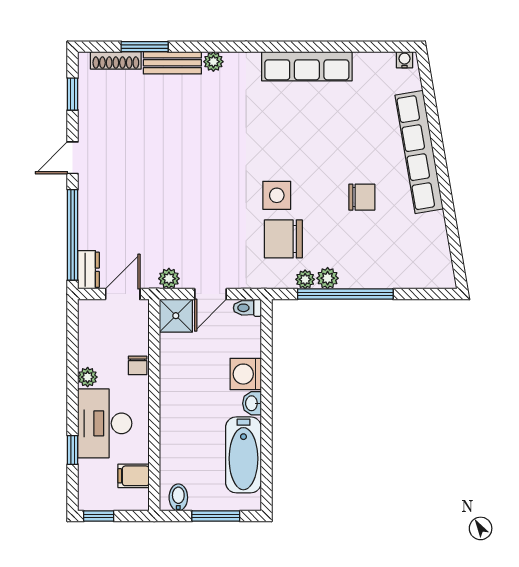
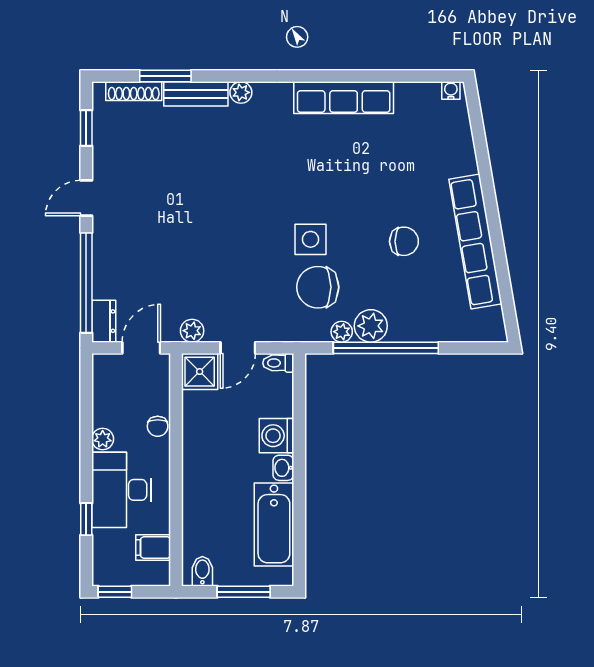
row of seats: (419, 152) -> (475, 242), moved
plant: (328, 278) -> (371, 326), width x1.38, depth x1.38

